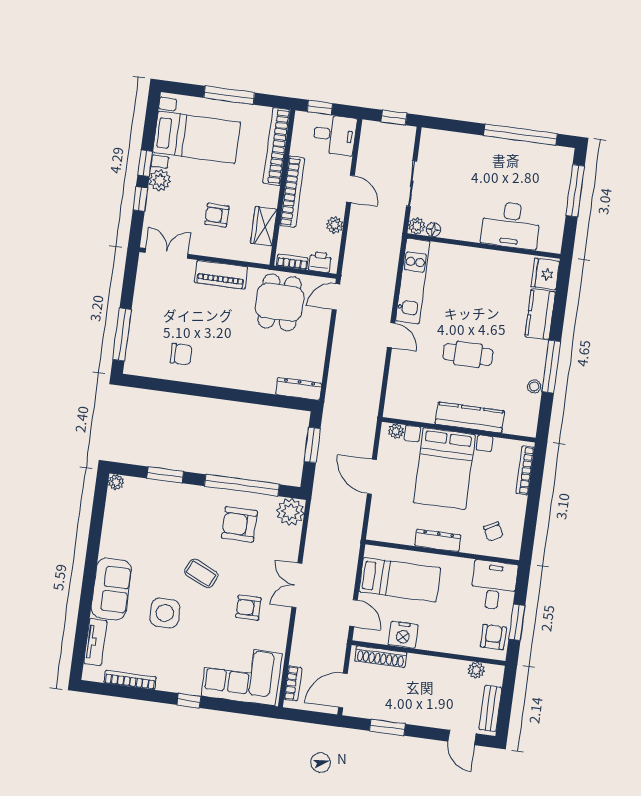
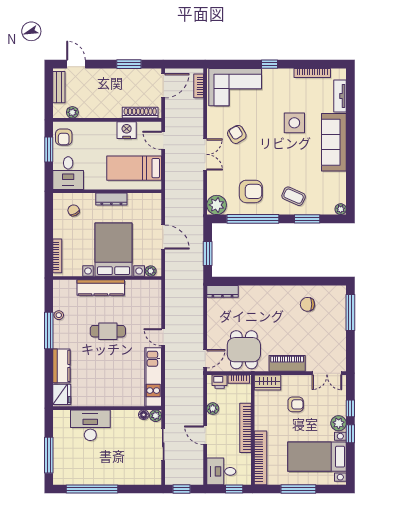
wardrobe: (264, 226) -> (268, 382), moved, turned 90
coffee table: (201, 573) -> (294, 196), moved
sofa: (111, 589) -> (334, 142), width x1.36
armchair: (248, 608) -> (237, 134), turned -121

